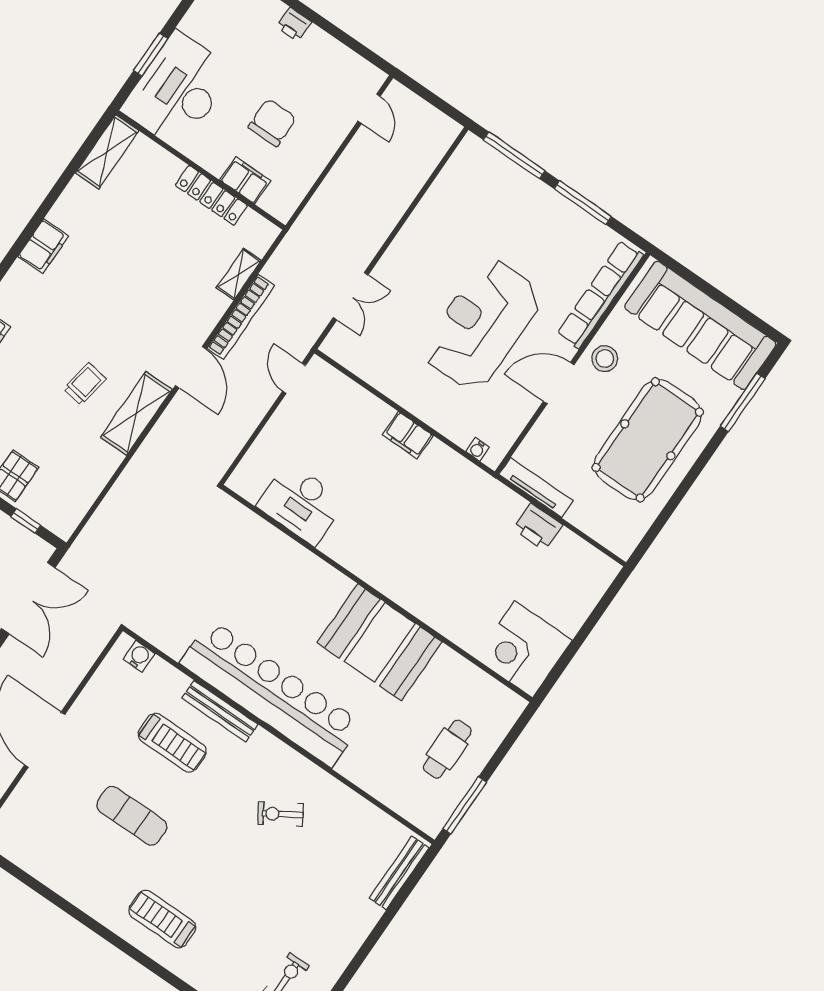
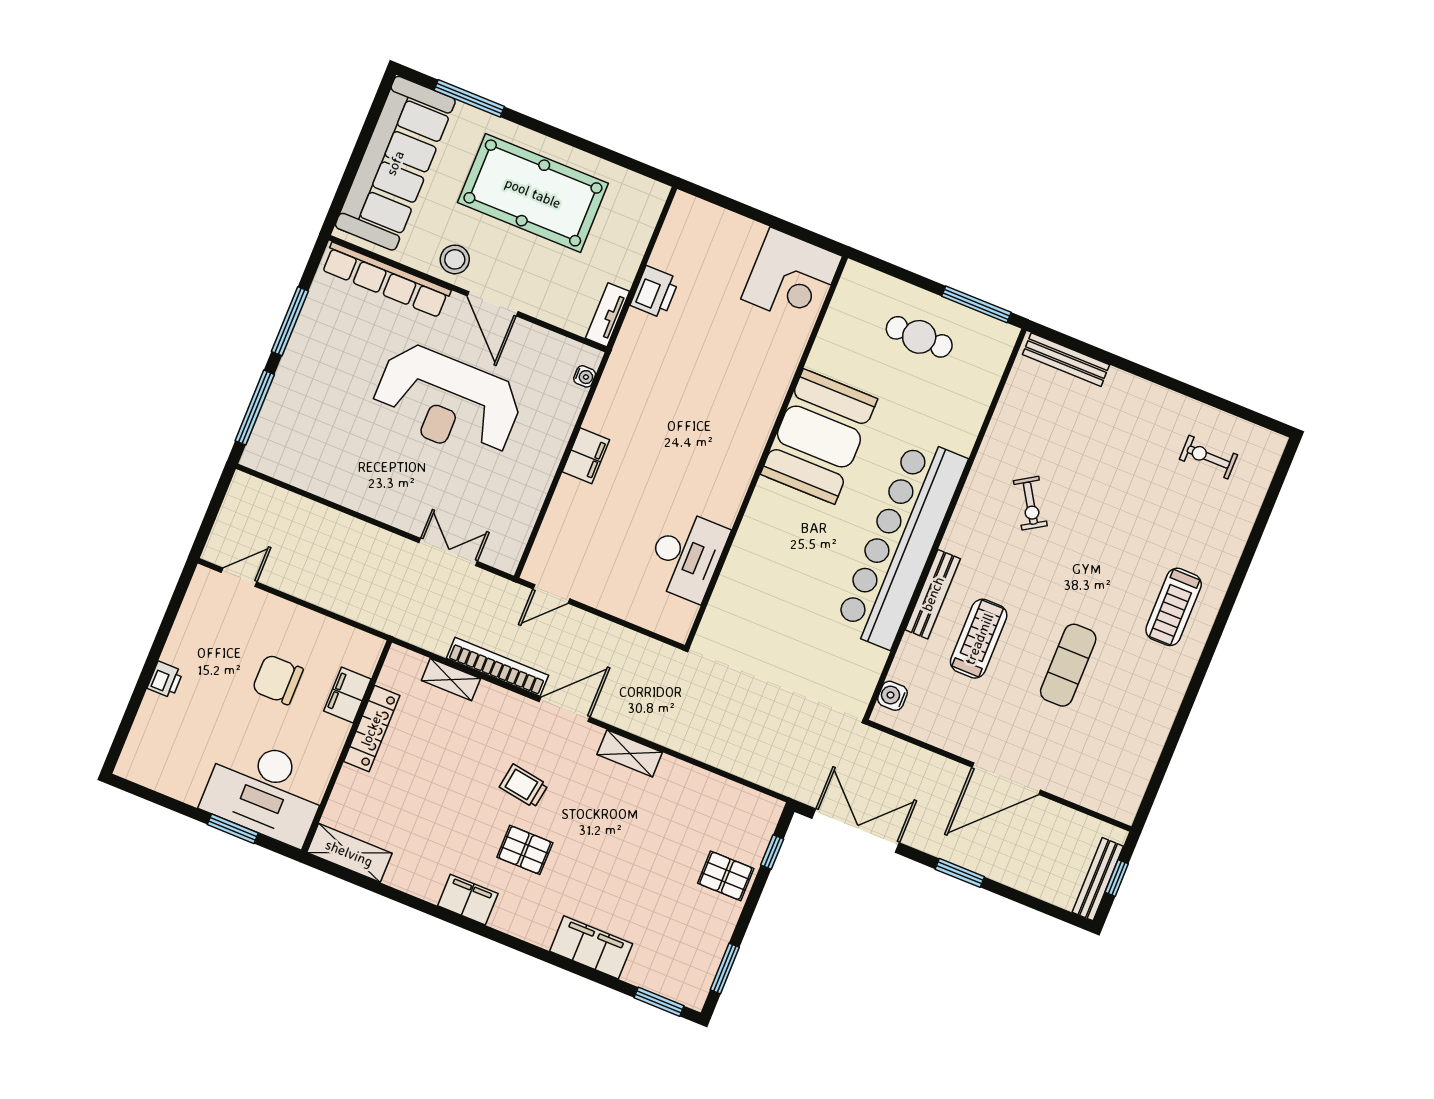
pallet: (76, 305) -> (525, 850), added
trolley: (85, 384) -> (524, 786), moved
shelving: (136, 413) -> (630, 753), width x0.67, depth x0.75
tv unit: (536, 488) -> (607, 315), width x0.71

